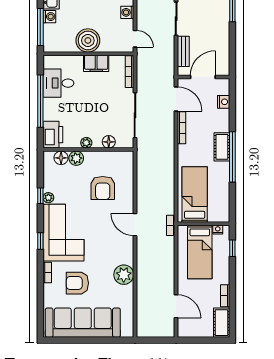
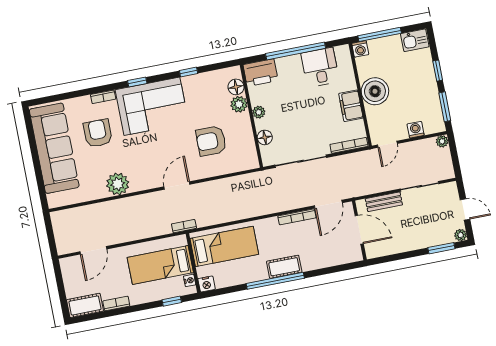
washing machine: (49, 17) -> (360, 49), moved
nightstand: (224, 102) -> (207, 284), moved
plant: (48, 198) -> (188, 81), removed

